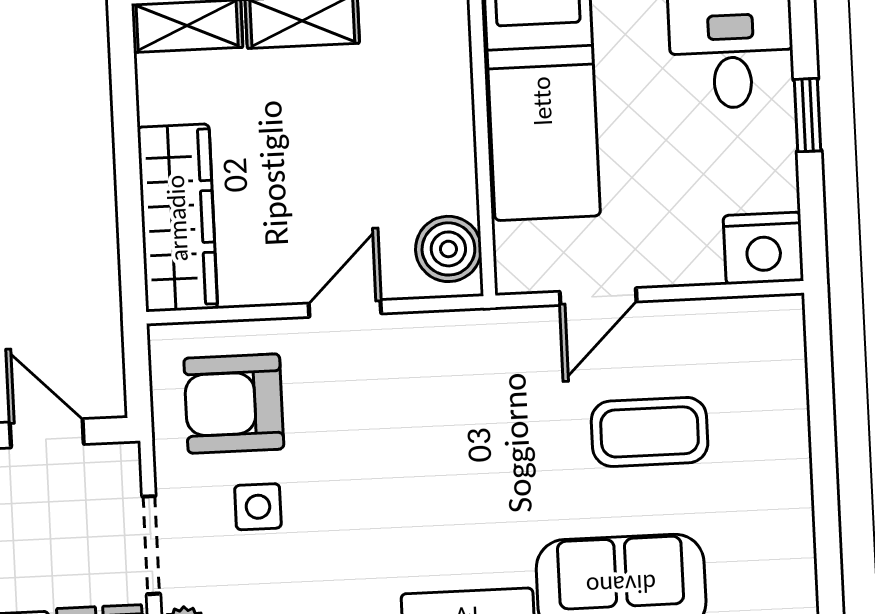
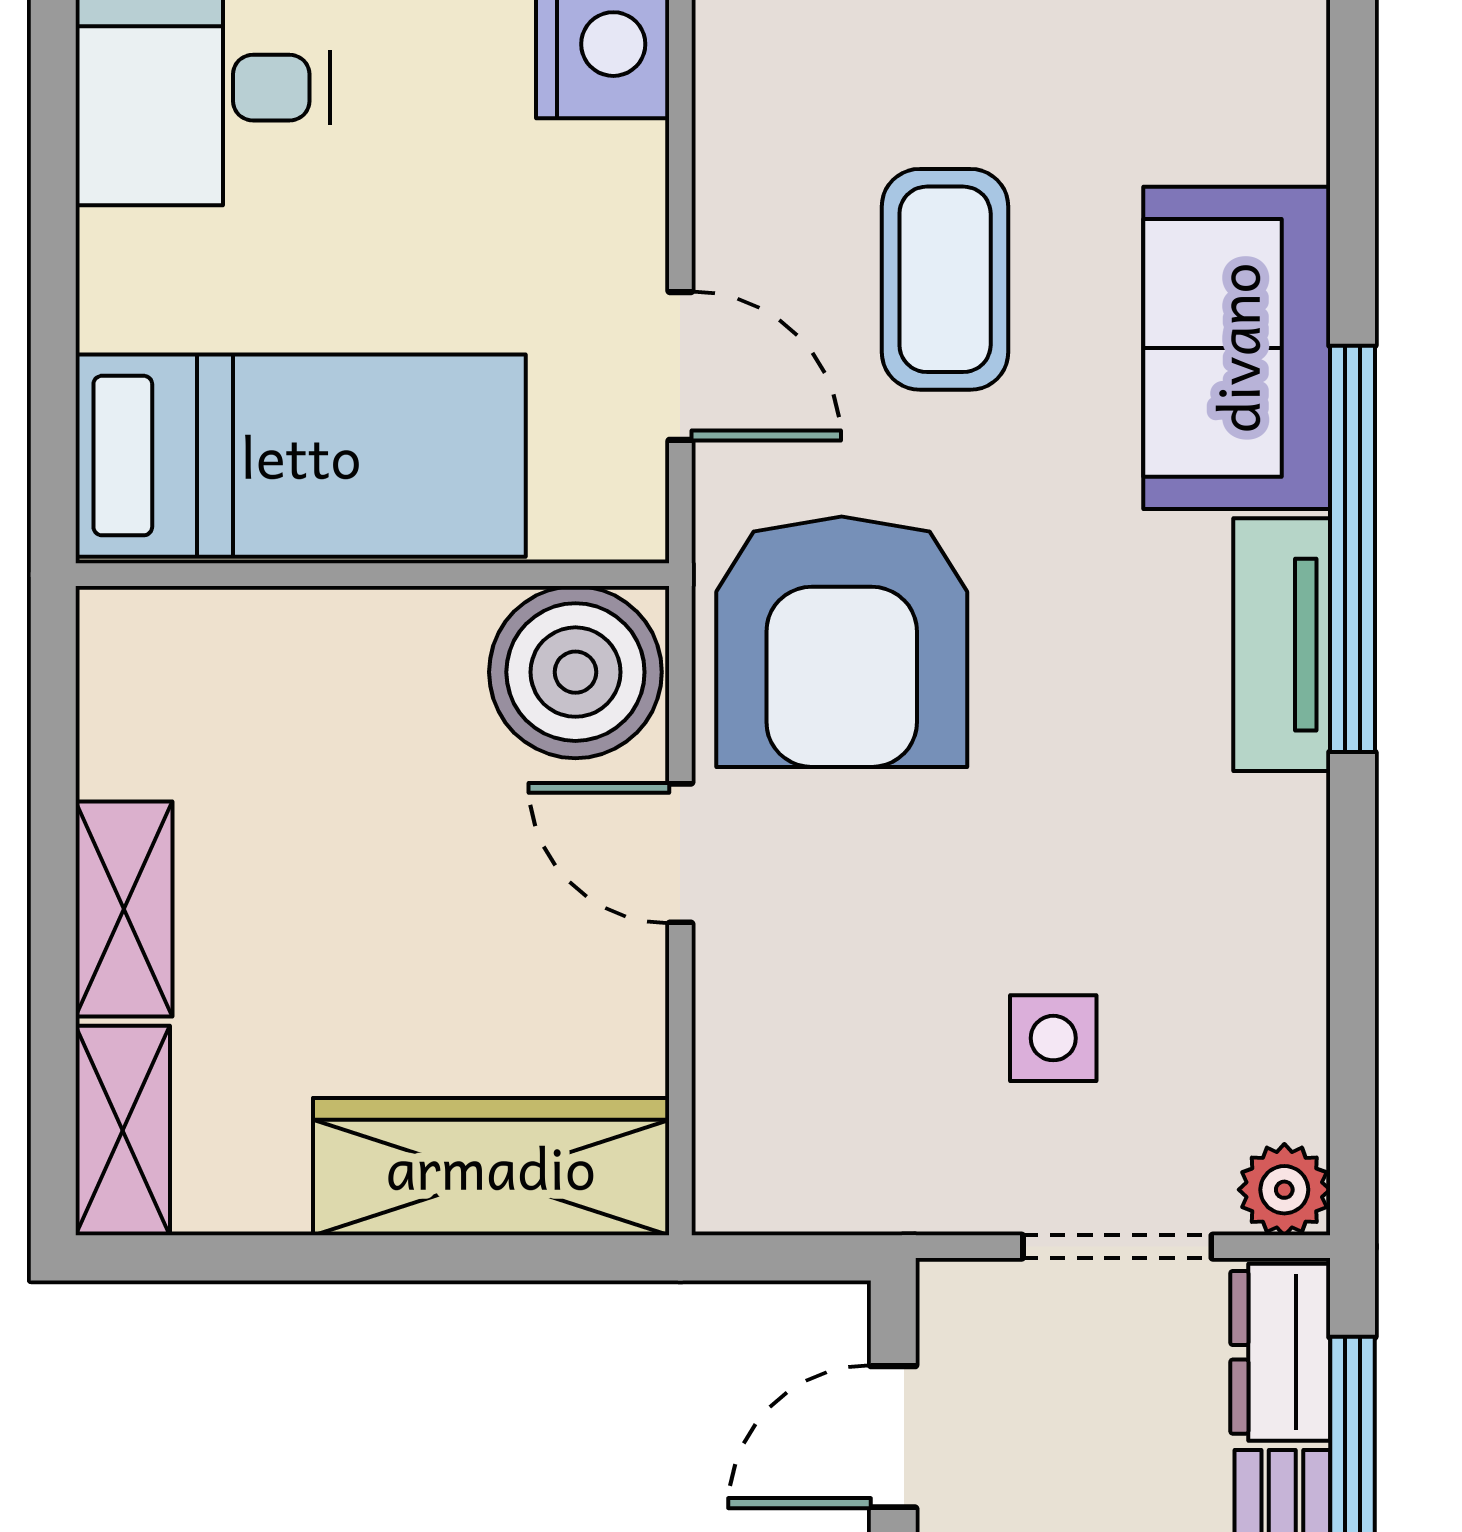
boiler: (448, 249) -> (575, 672), width x1.37, depth x1.37
armchair: (234, 404) -> (842, 642), moved, width x1.36, depth x1.36

